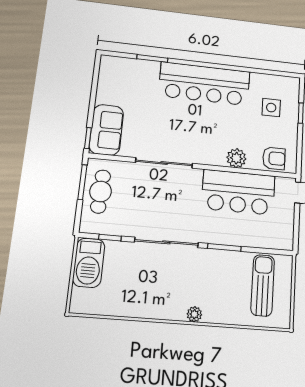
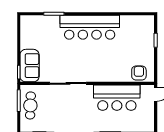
side table: (271, 108) -> (135, 39), removed
plant: (236, 158) -> (114, 75), removed
armchair: (274, 158) -> (139, 73), turned -90

